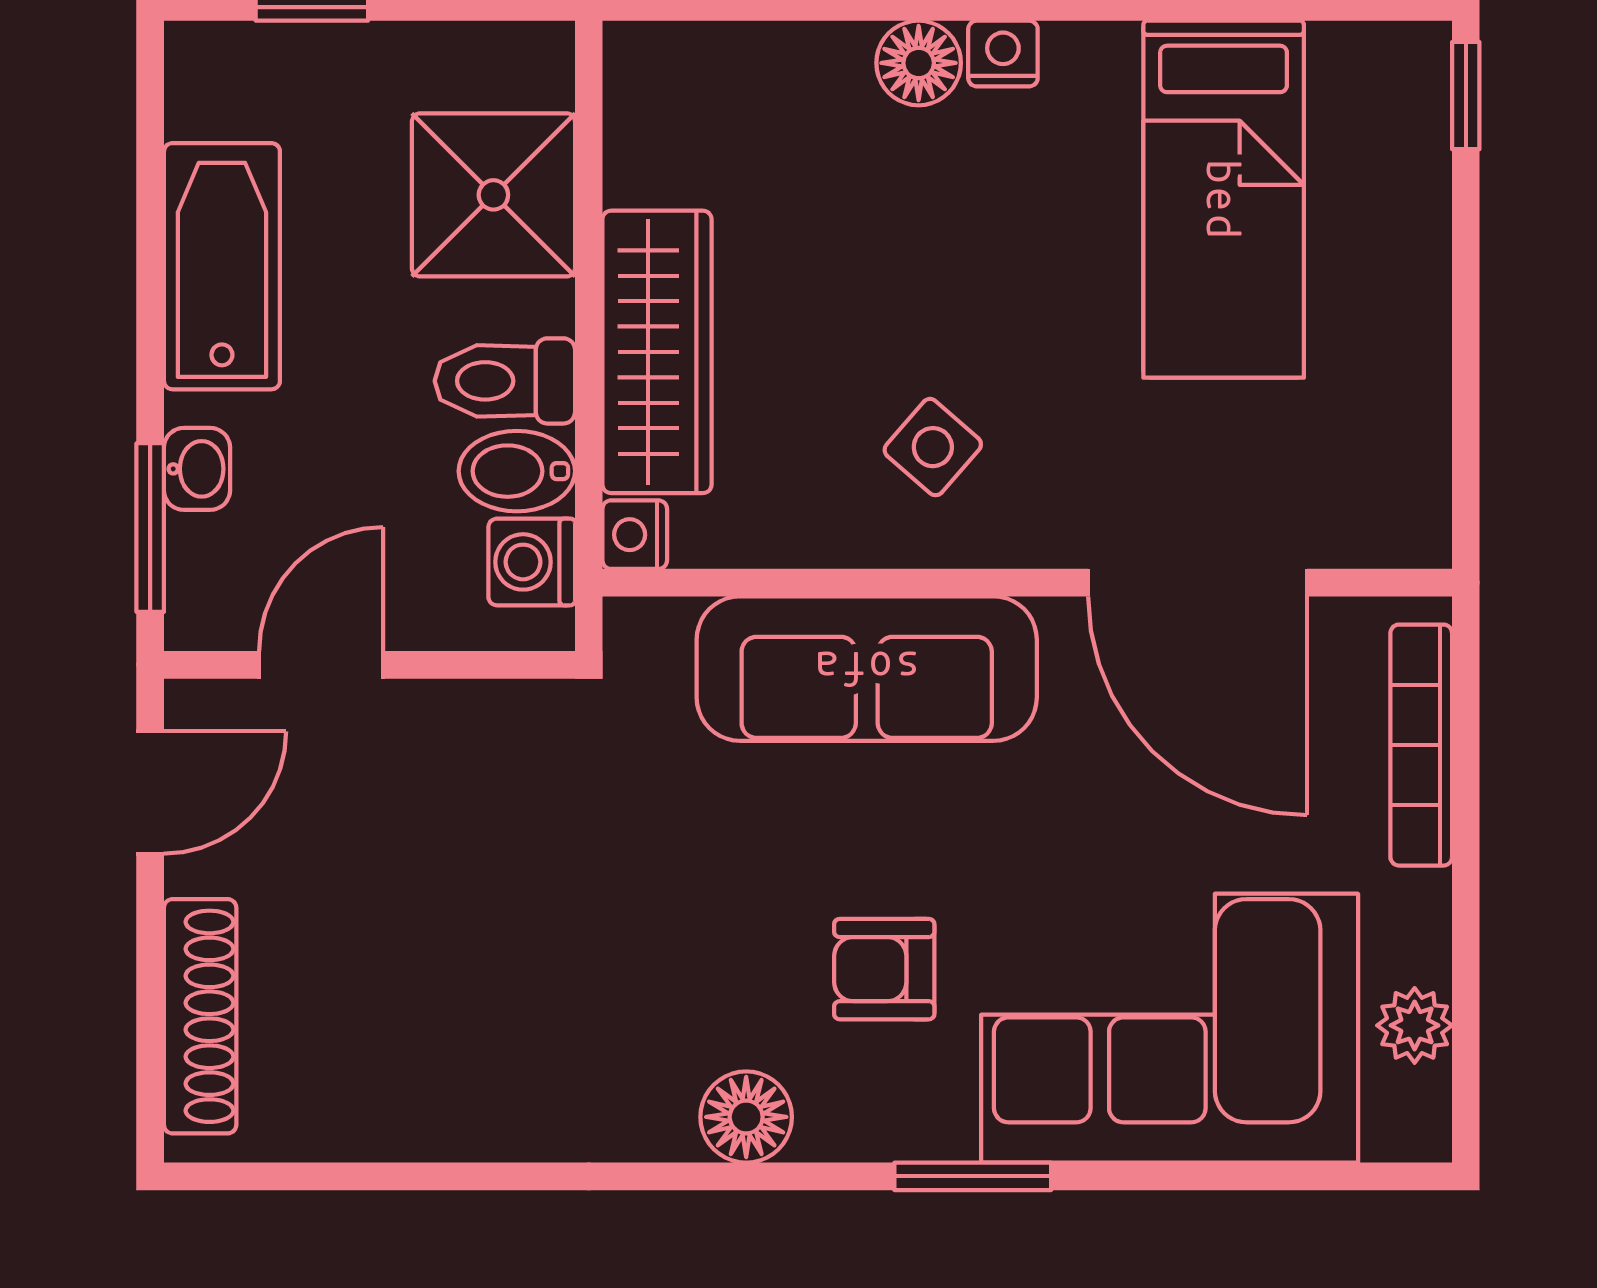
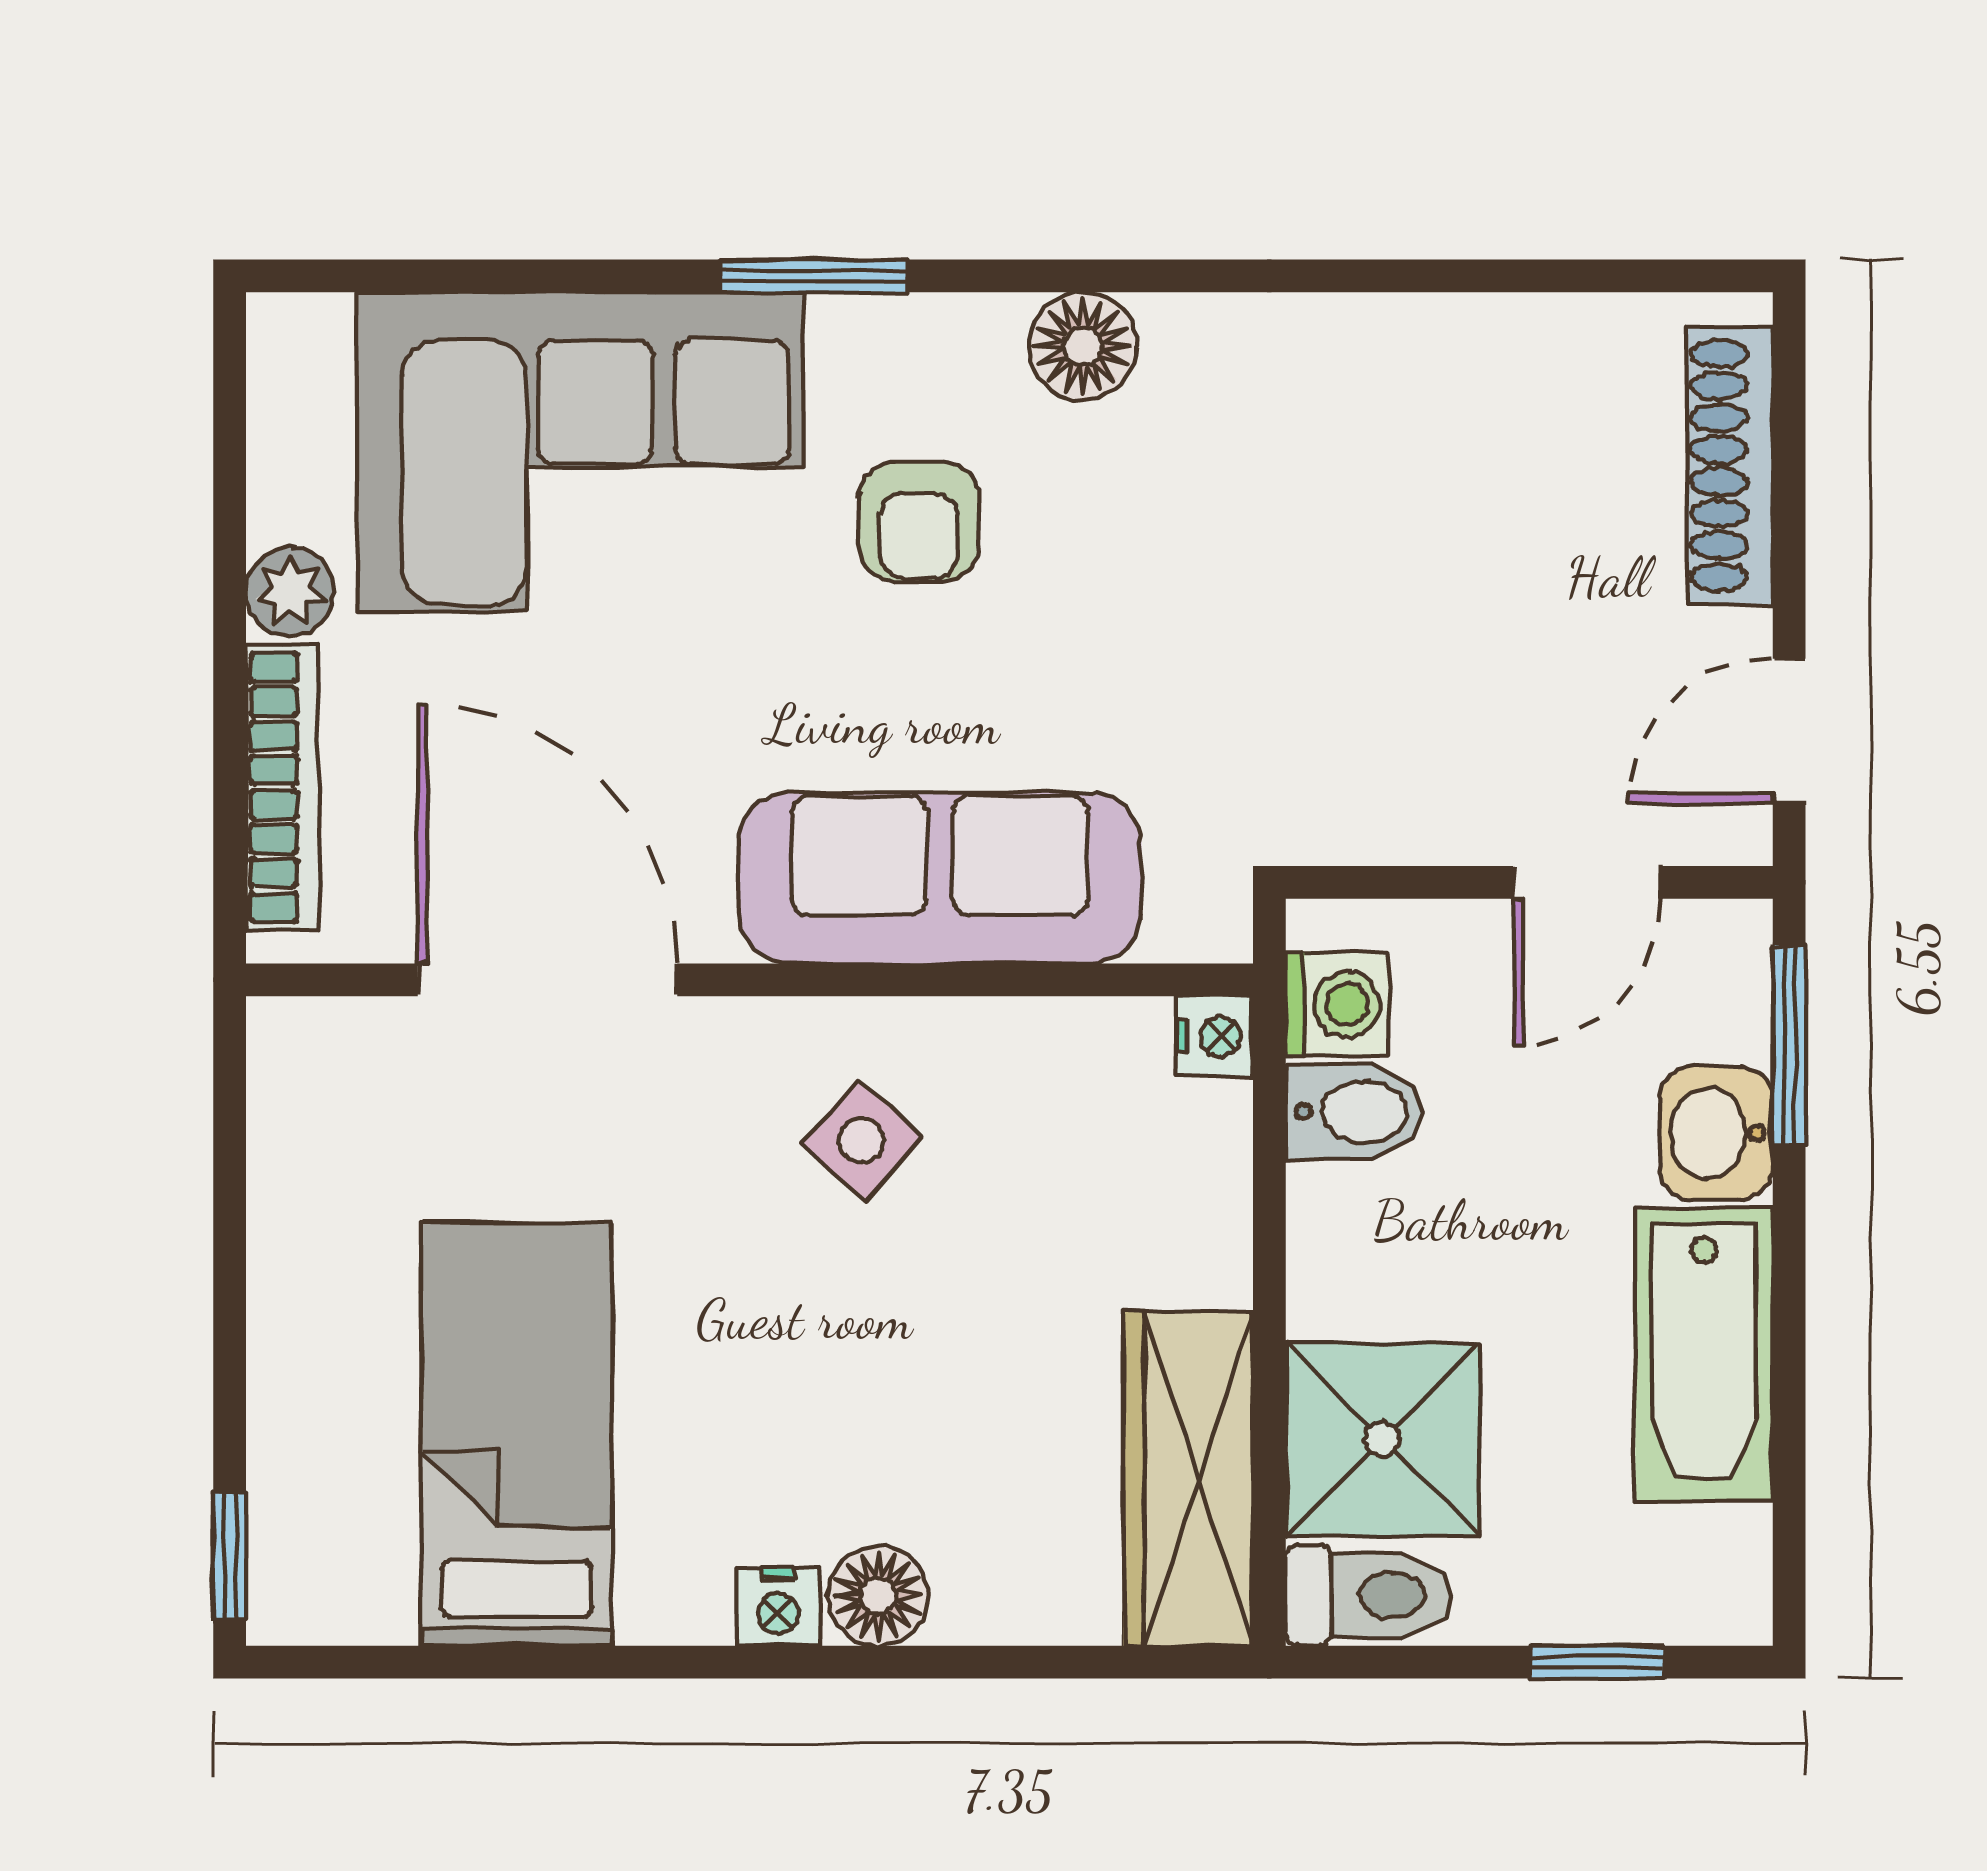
wardrobe: (657, 352) -> (1188, 1478), moved
toilet: (505, 381) -> (1369, 1595), moved
washbasin: (197, 469) -> (1716, 1133), width x1.38, depth x1.45
armchair: (884, 969) -> (919, 522), turned 90
plant: (1415, 1025) -> (290, 591), moved

